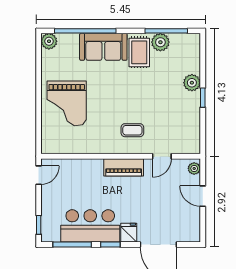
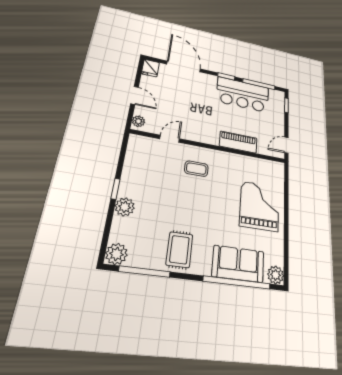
plant: (160, 42) -> (116, 254), moved
sofa: (103, 47) -> (238, 264), moved
piano: (124, 167) -> (238, 142), moved
fridge: (129, 233) -> (150, 68), moved

